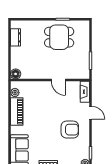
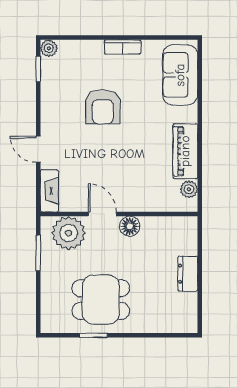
dresser: (15, 37) -> (188, 274), moved
plant: (75, 71) -> (69, 233), added
floor lamp: (16, 74) -> (130, 226), moved
armchair: (70, 130) -> (103, 107), moved, turned -90

